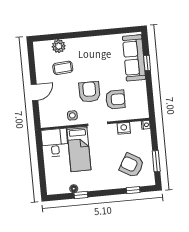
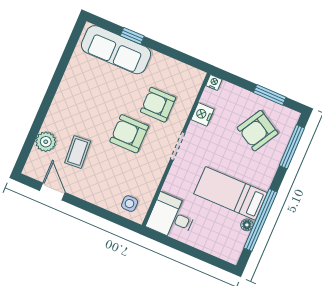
door: (34, 92) -> (52, 192), moved
armchair: (115, 99) -> (158, 105), turned -90
side table: (72, 115) -> (130, 204), moved
bed: (79, 149) -> (230, 193), moved, turned 180
window: (133, 190) -> (292, 147), width x2.17
window: (81, 195) -> (260, 220), width x3.17

